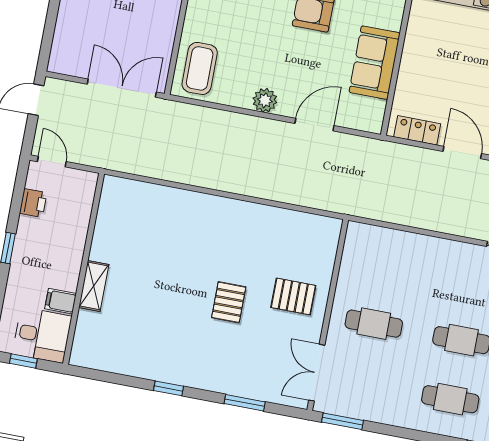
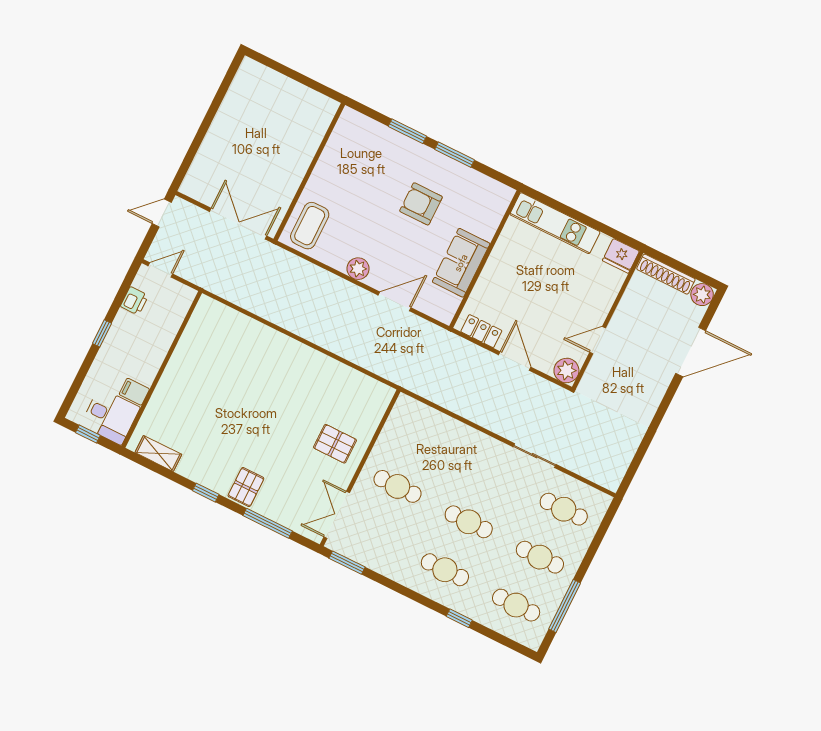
door: (52, 162) -> (160, 270), hinge flipped
shelving: (94, 286) -> (158, 453), moved, turned 90
pallet: (229, 302) -> (246, 487), moved
window: (245, 403) -> (268, 523), width x1.44

